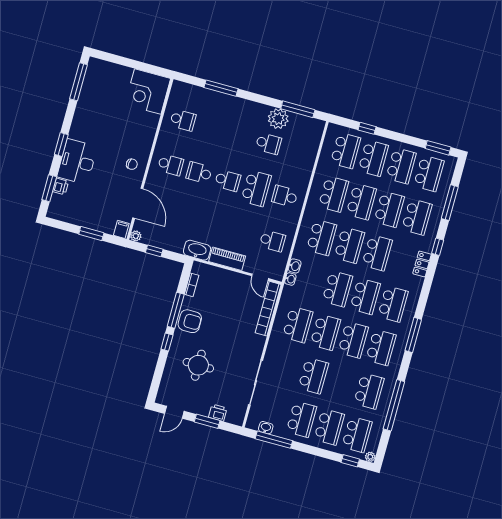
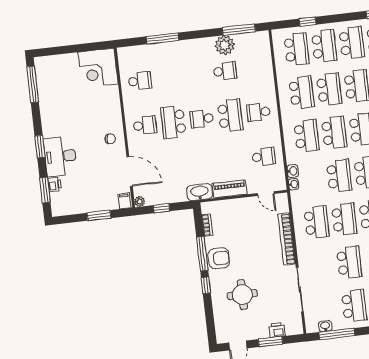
school desk: (199, 173) -> (173, 122), width x1.85
school desk: (228, 180) -> (202, 119), turned 180
bookcase: (268, 309) -> (287, 239), moved

